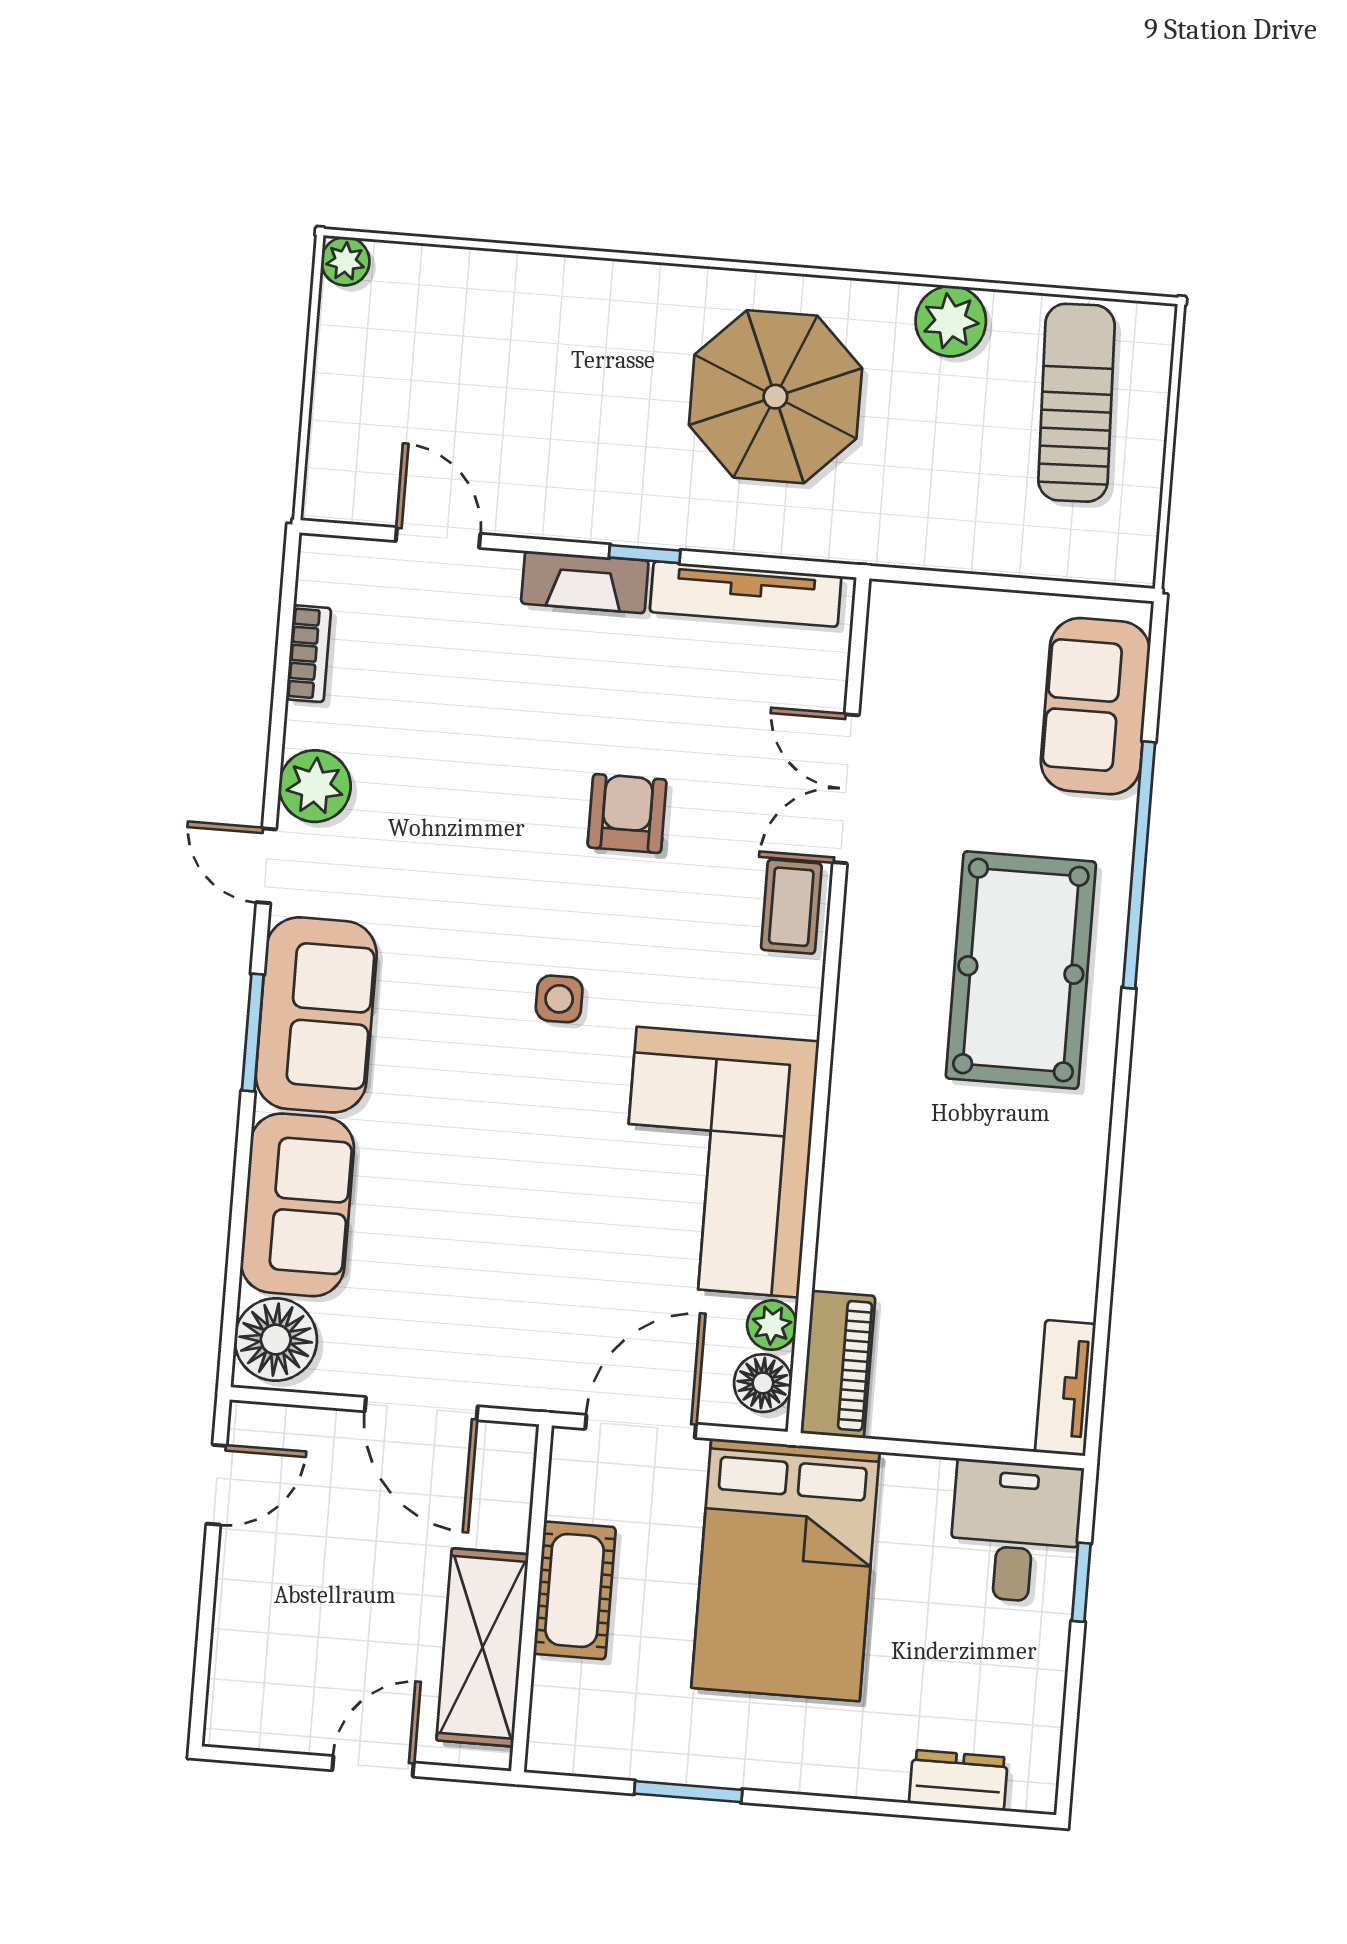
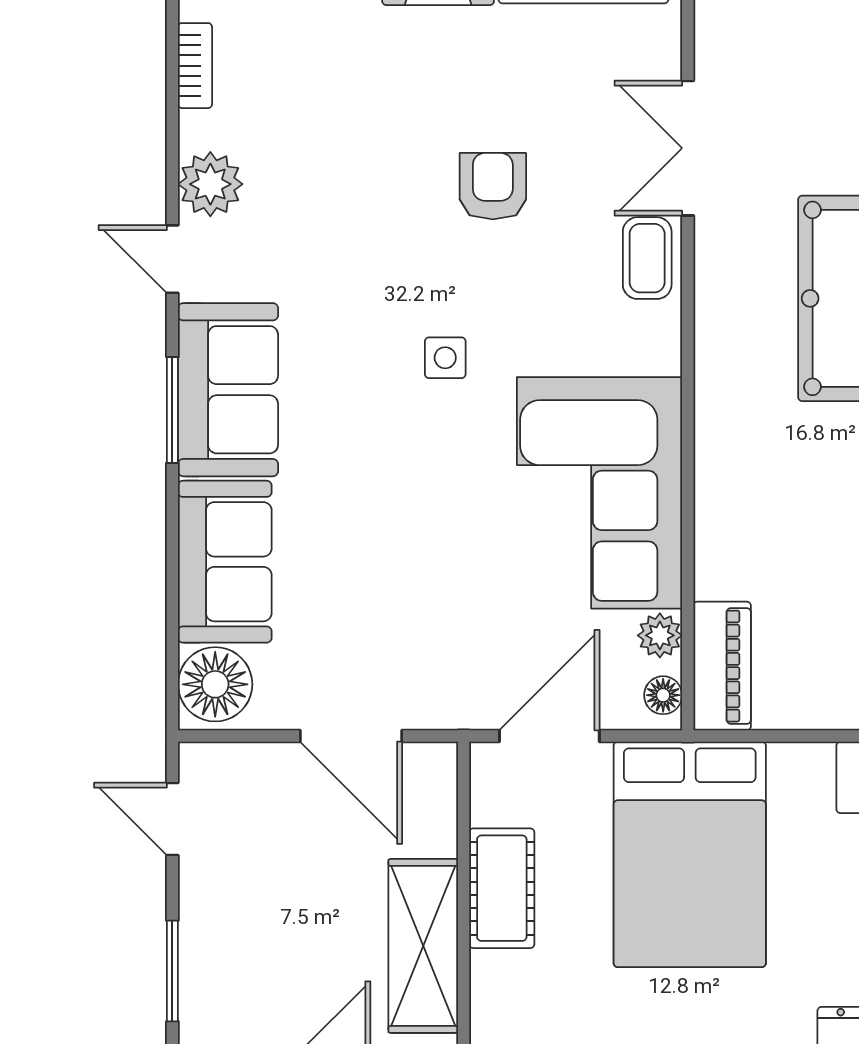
floor lamp: (763, 1383) -> (663, 695), width x0.73, depth x0.73
door: (216, 1485) -> (172, 819), swing flipped
window: (203, 1653) -> (172, 971), added

